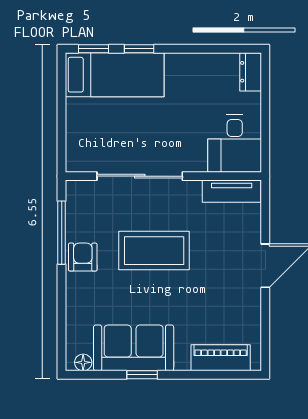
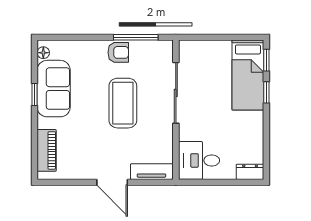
tv unit: (232, 191) -> (151, 172), moved, turned 90

